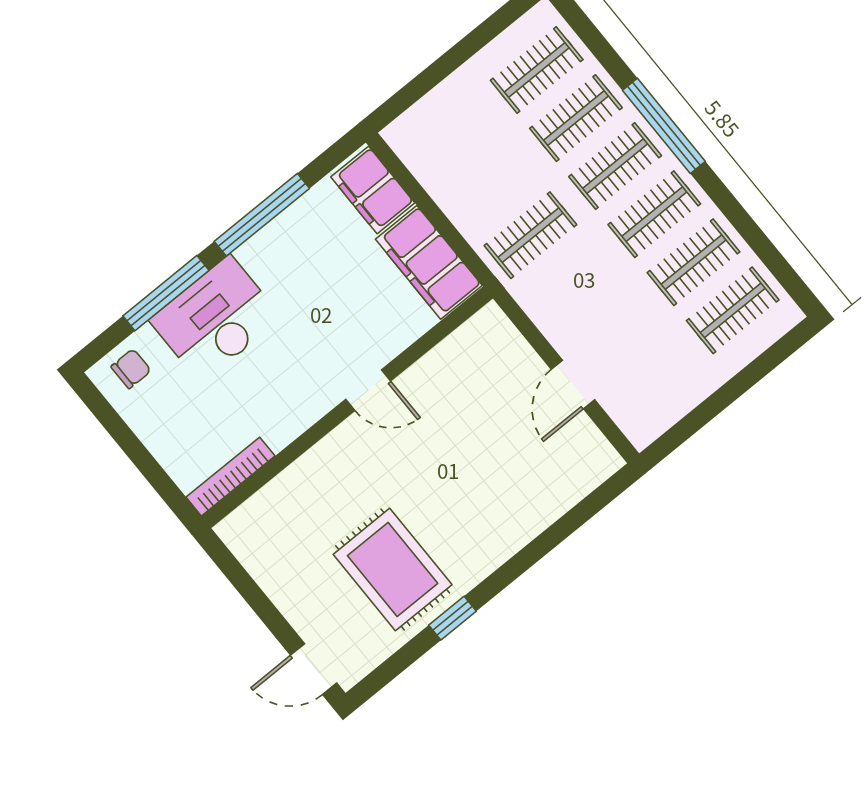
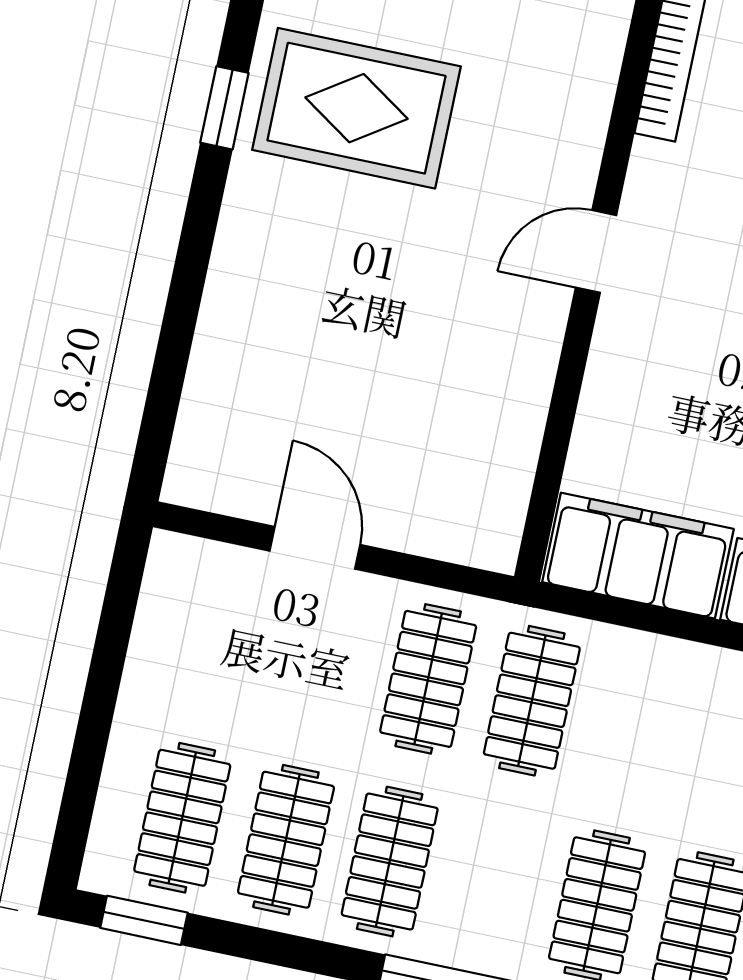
clothes rail: (615, 166) -> (428, 679), moved
window: (788, 278) -> (144, 920), added
door: (368, 390) -> (596, 251), moved

